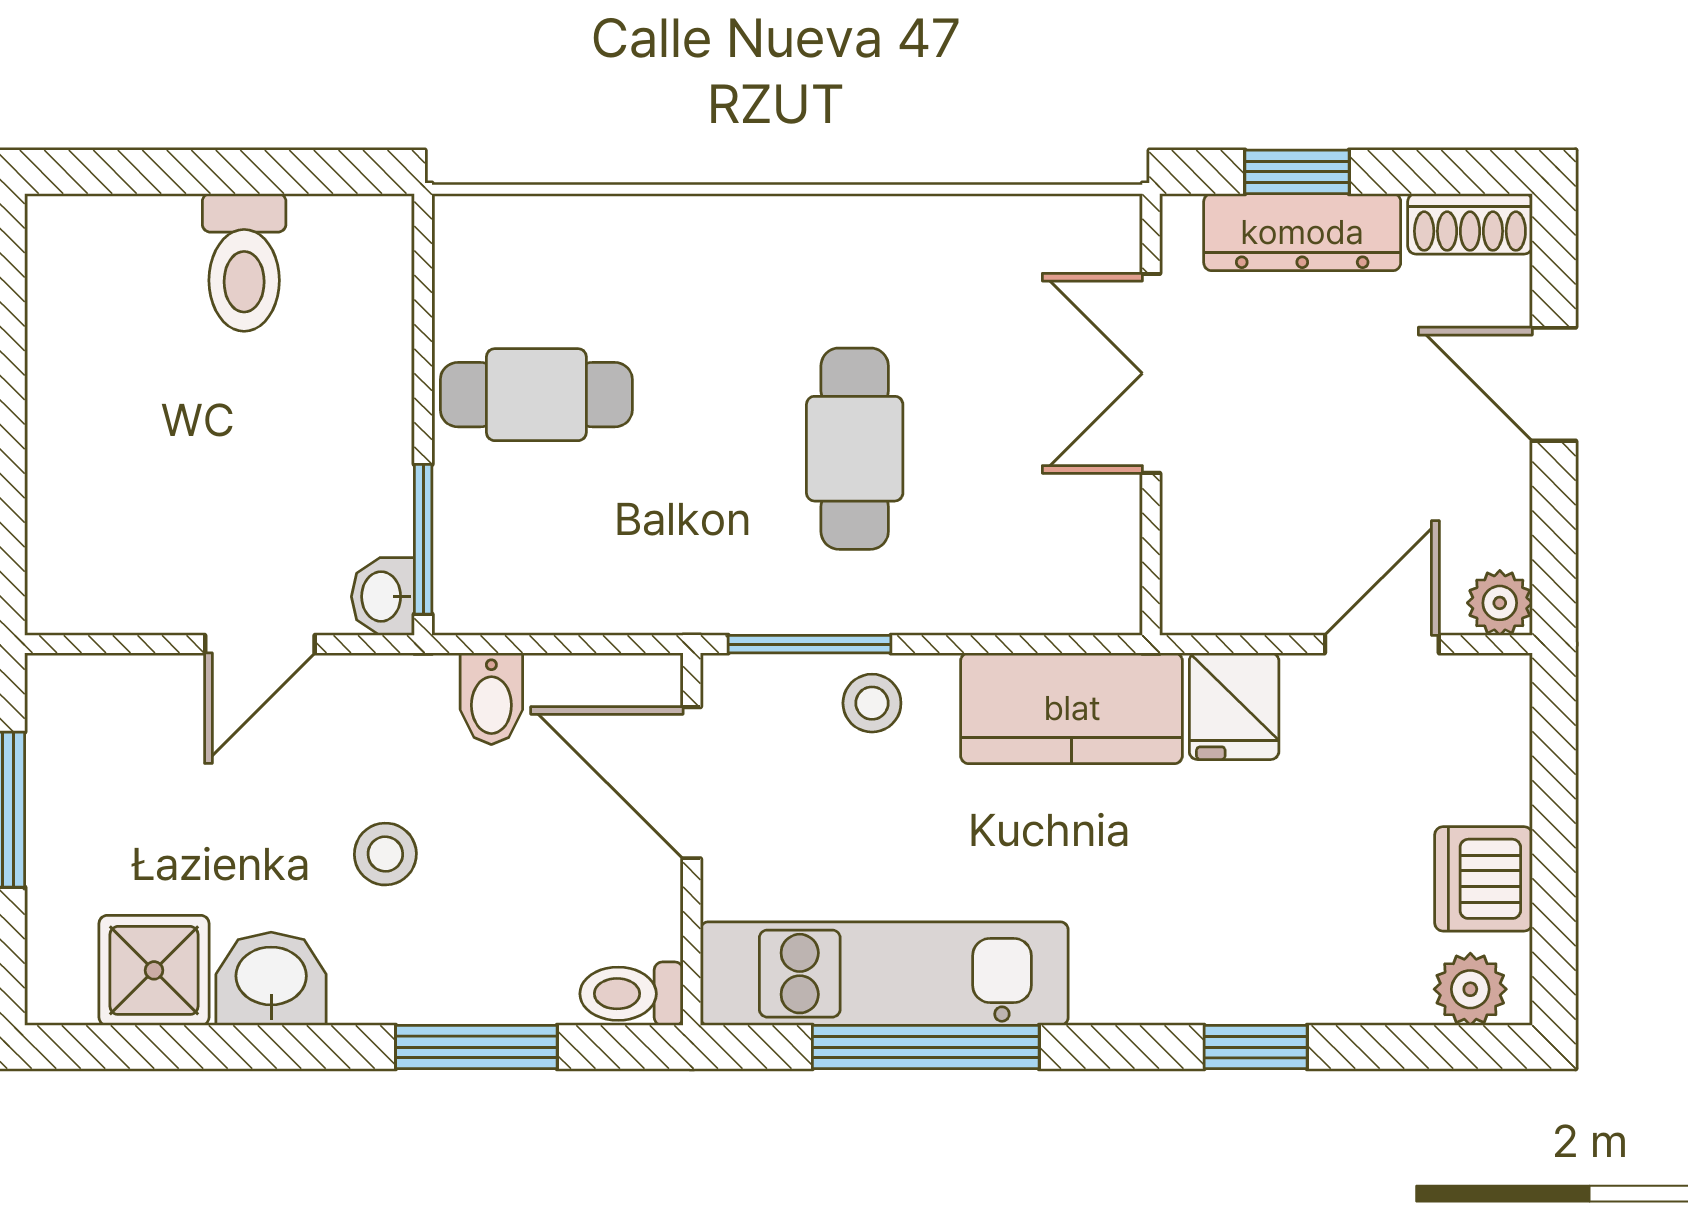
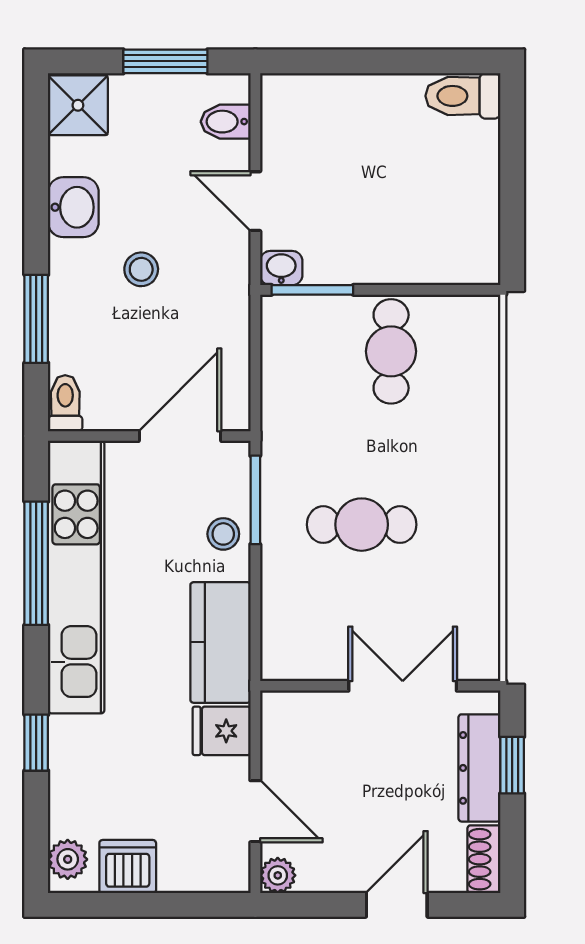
toilet: (244, 262) -> (463, 96), moved
bidet: (491, 699) -> (226, 122), moved
shower: (154, 970) -> (78, 105), moved
kitchen unit: (884, 974) -> (76, 577), width x1.36

